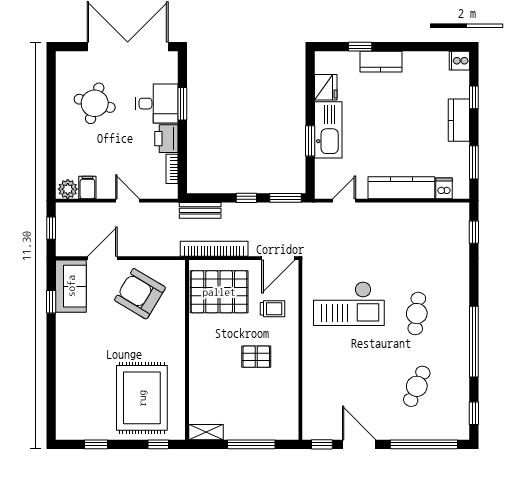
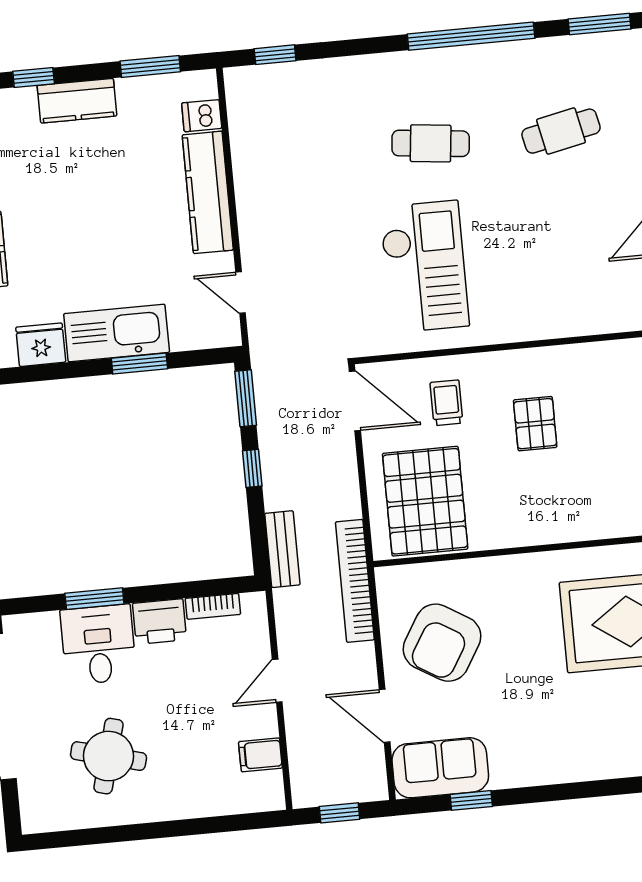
plant: (68, 189) -> (267, 790), removed
bookcase: (214, 249) -> (355, 581), moved
cafe table: (417, 386) -> (561, 131), turned -36
window: (474, 413) -> (599, 24), width x1.50

